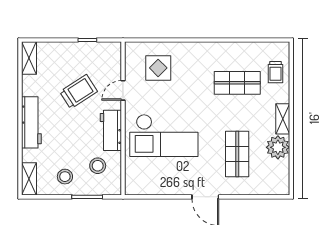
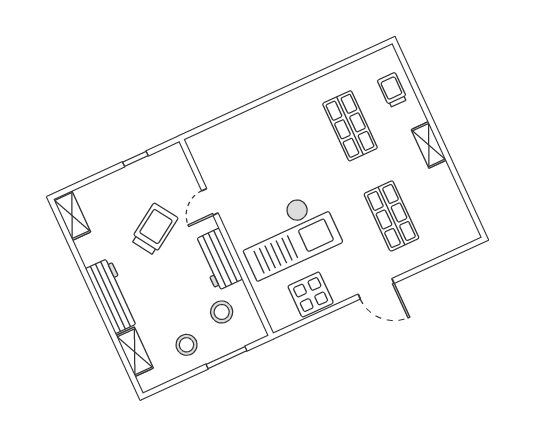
display table: (158, 68) -> (311, 294), moved
trolley: (275, 72) -> (392, 90), turned 180
shop shelf: (237, 83) -> (350, 126), turned 90
plant: (278, 147) -> (439, 184), removed
shelving: (29, 179) -> (135, 352), moved

